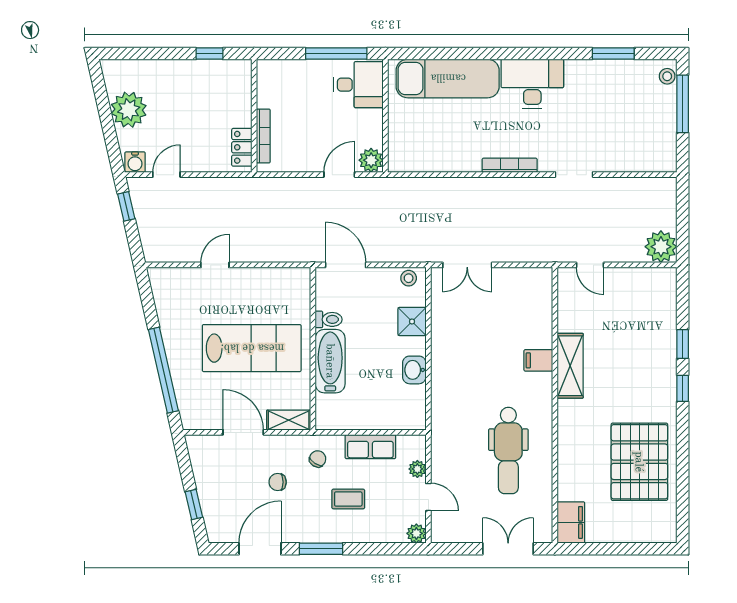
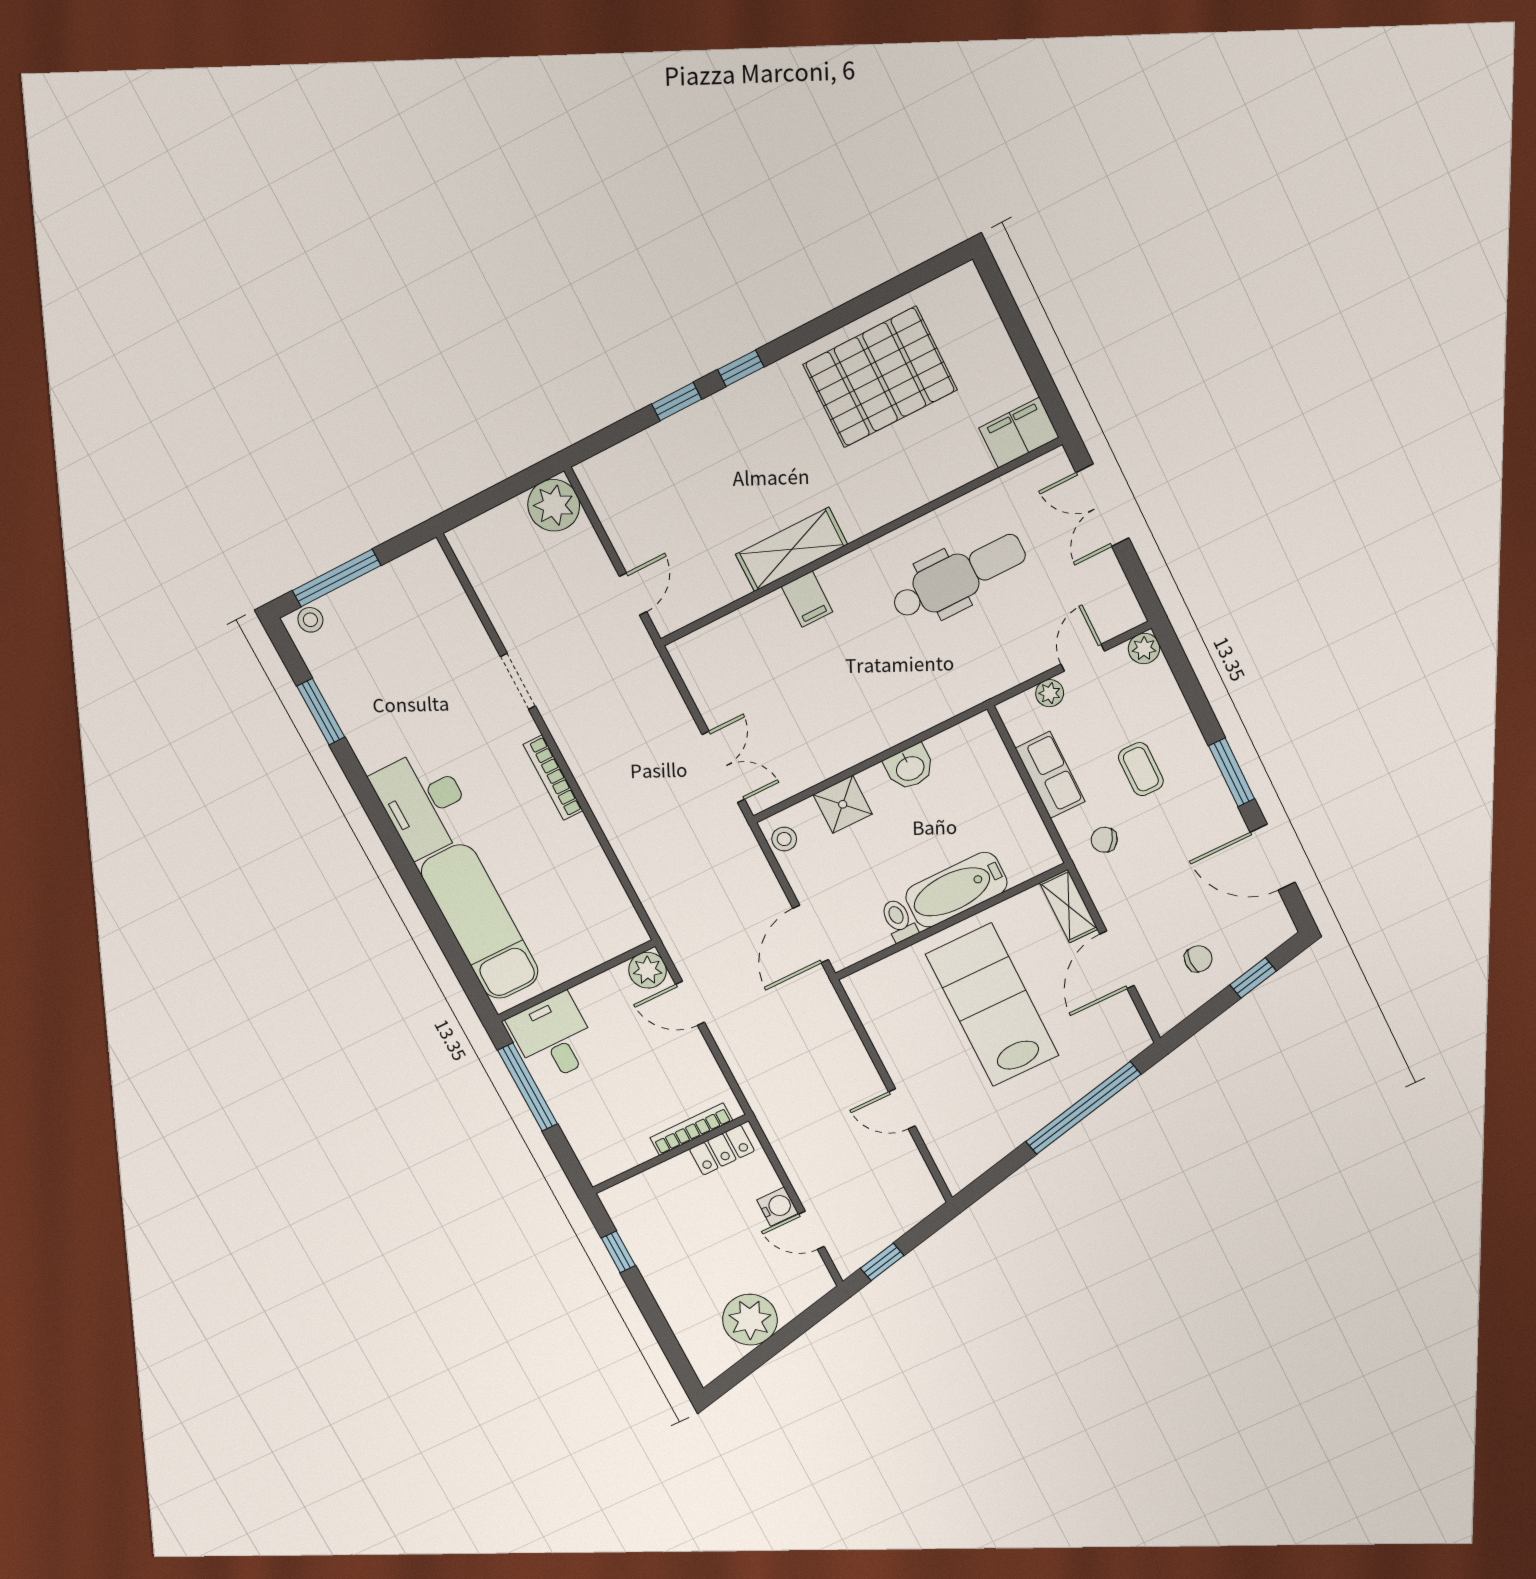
water cooler: (135, 162) -> (777, 1207), moved
chair: (278, 482) -> (1198, 959), moved, turned -90

